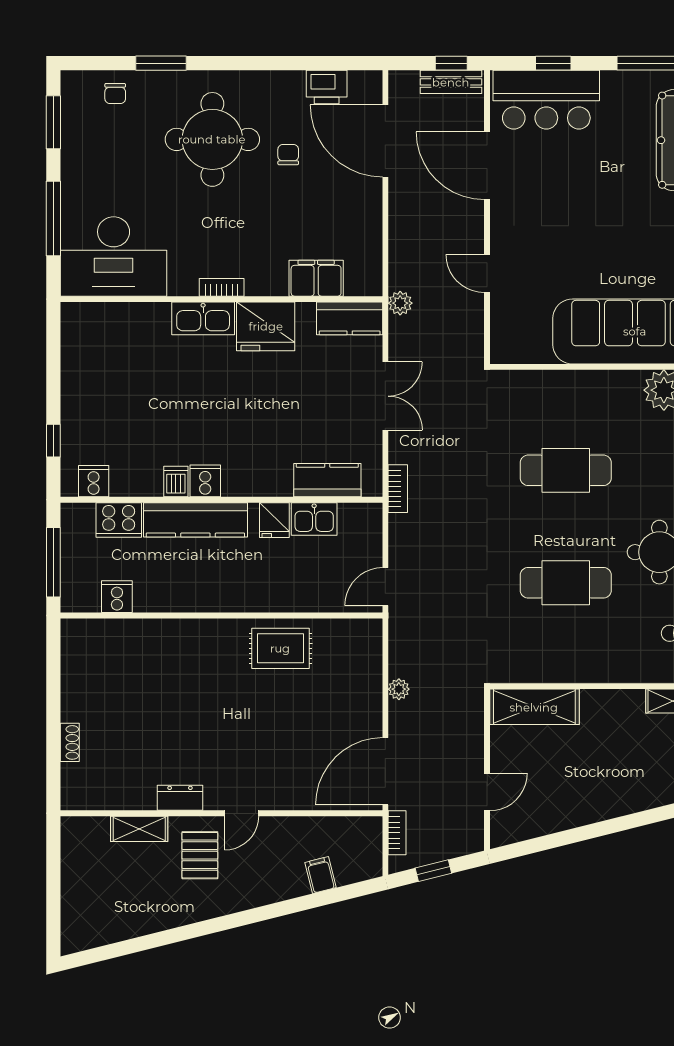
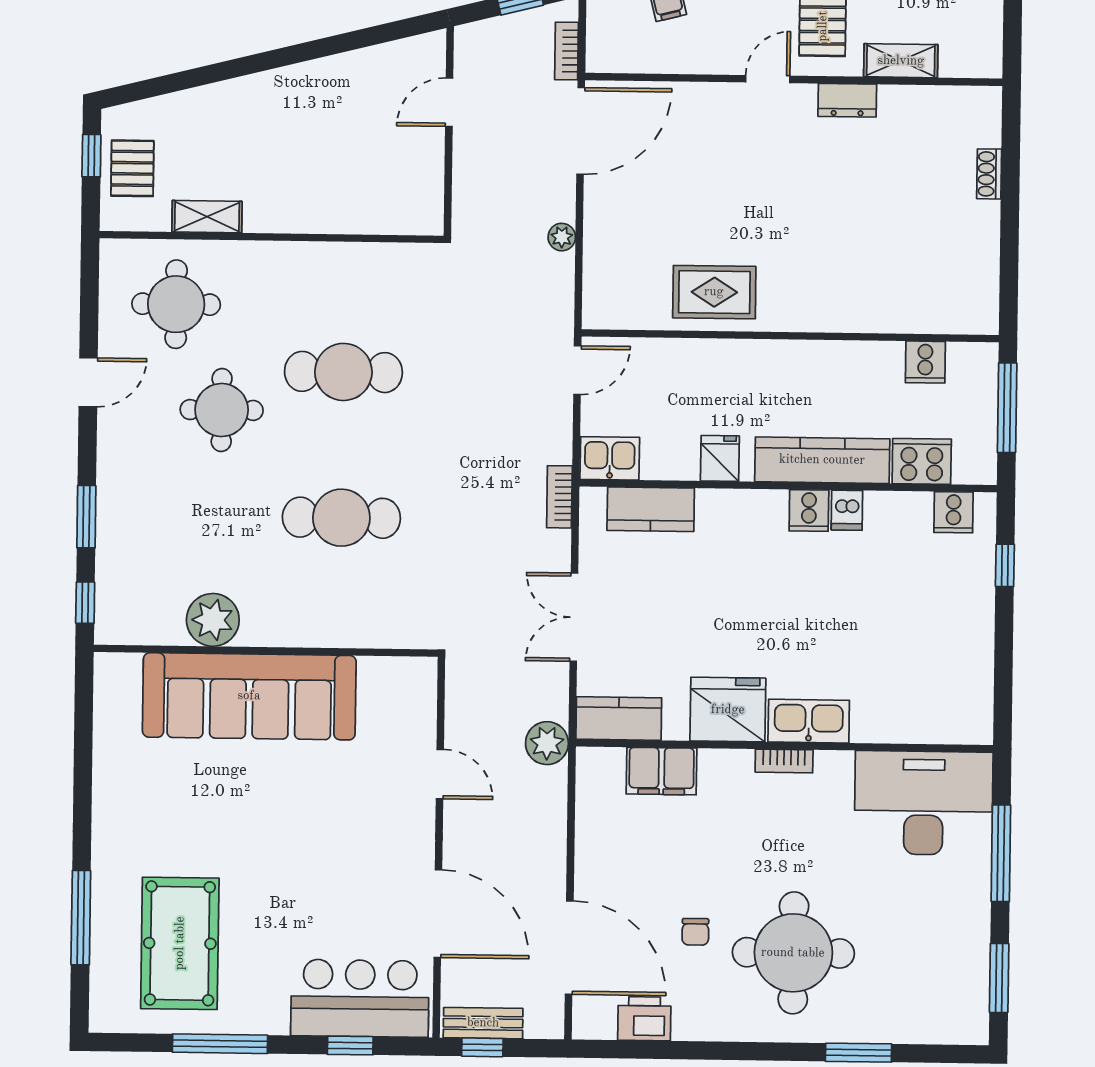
chair: (115, 93) -> (919, 1014), removed
plant: (400, 303) -> (547, 743), width x1.38, depth x1.38
kitchen sink: (314, 519) -> (610, 458), moved
shelving: (534, 707) -> (386, 212), removed

